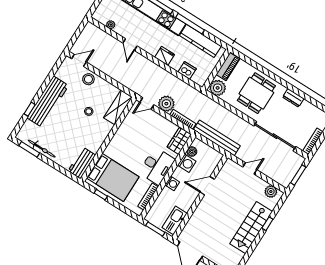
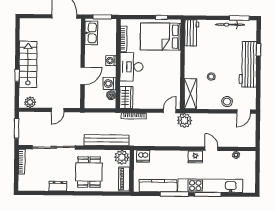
fridge: (165, 56) -> (195, 157), moved
dishwasher: (187, 70) -> (143, 156), moved
plant: (166, 104) -> (184, 120), moved
bench: (217, 138) -> (107, 140), moved

